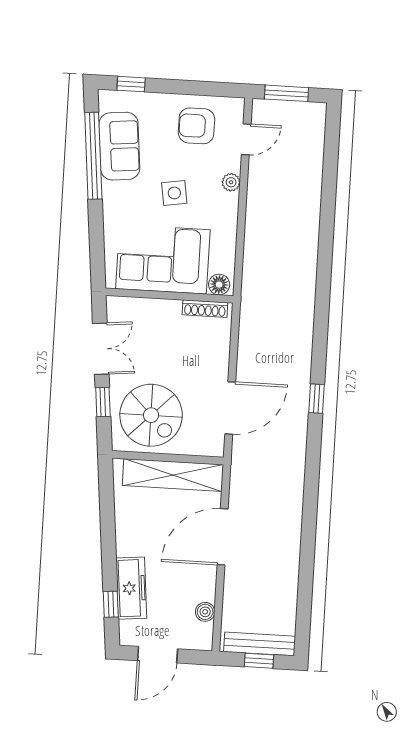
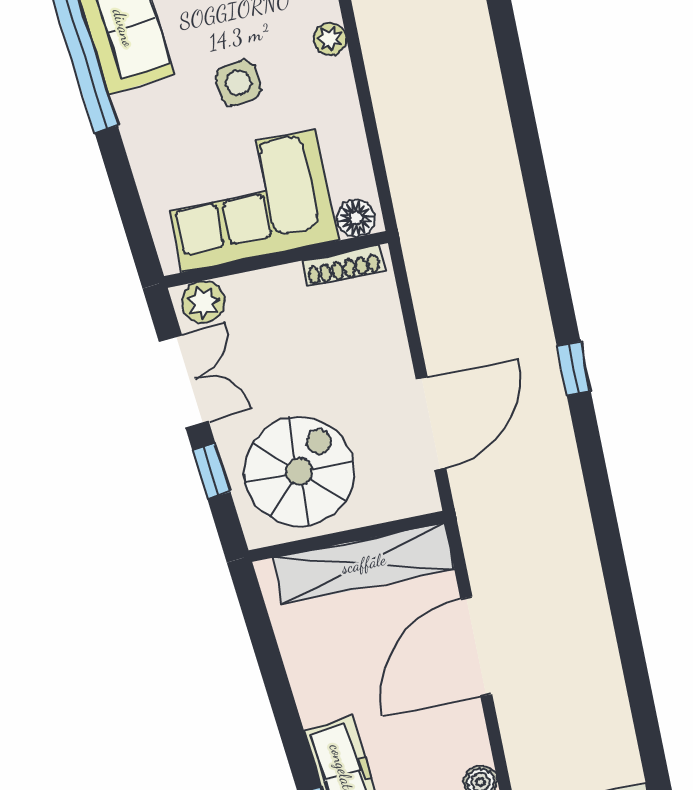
plant: (123, 308) -> (203, 302), added
spiral stairs: (151, 415) -> (299, 472), turned -90

